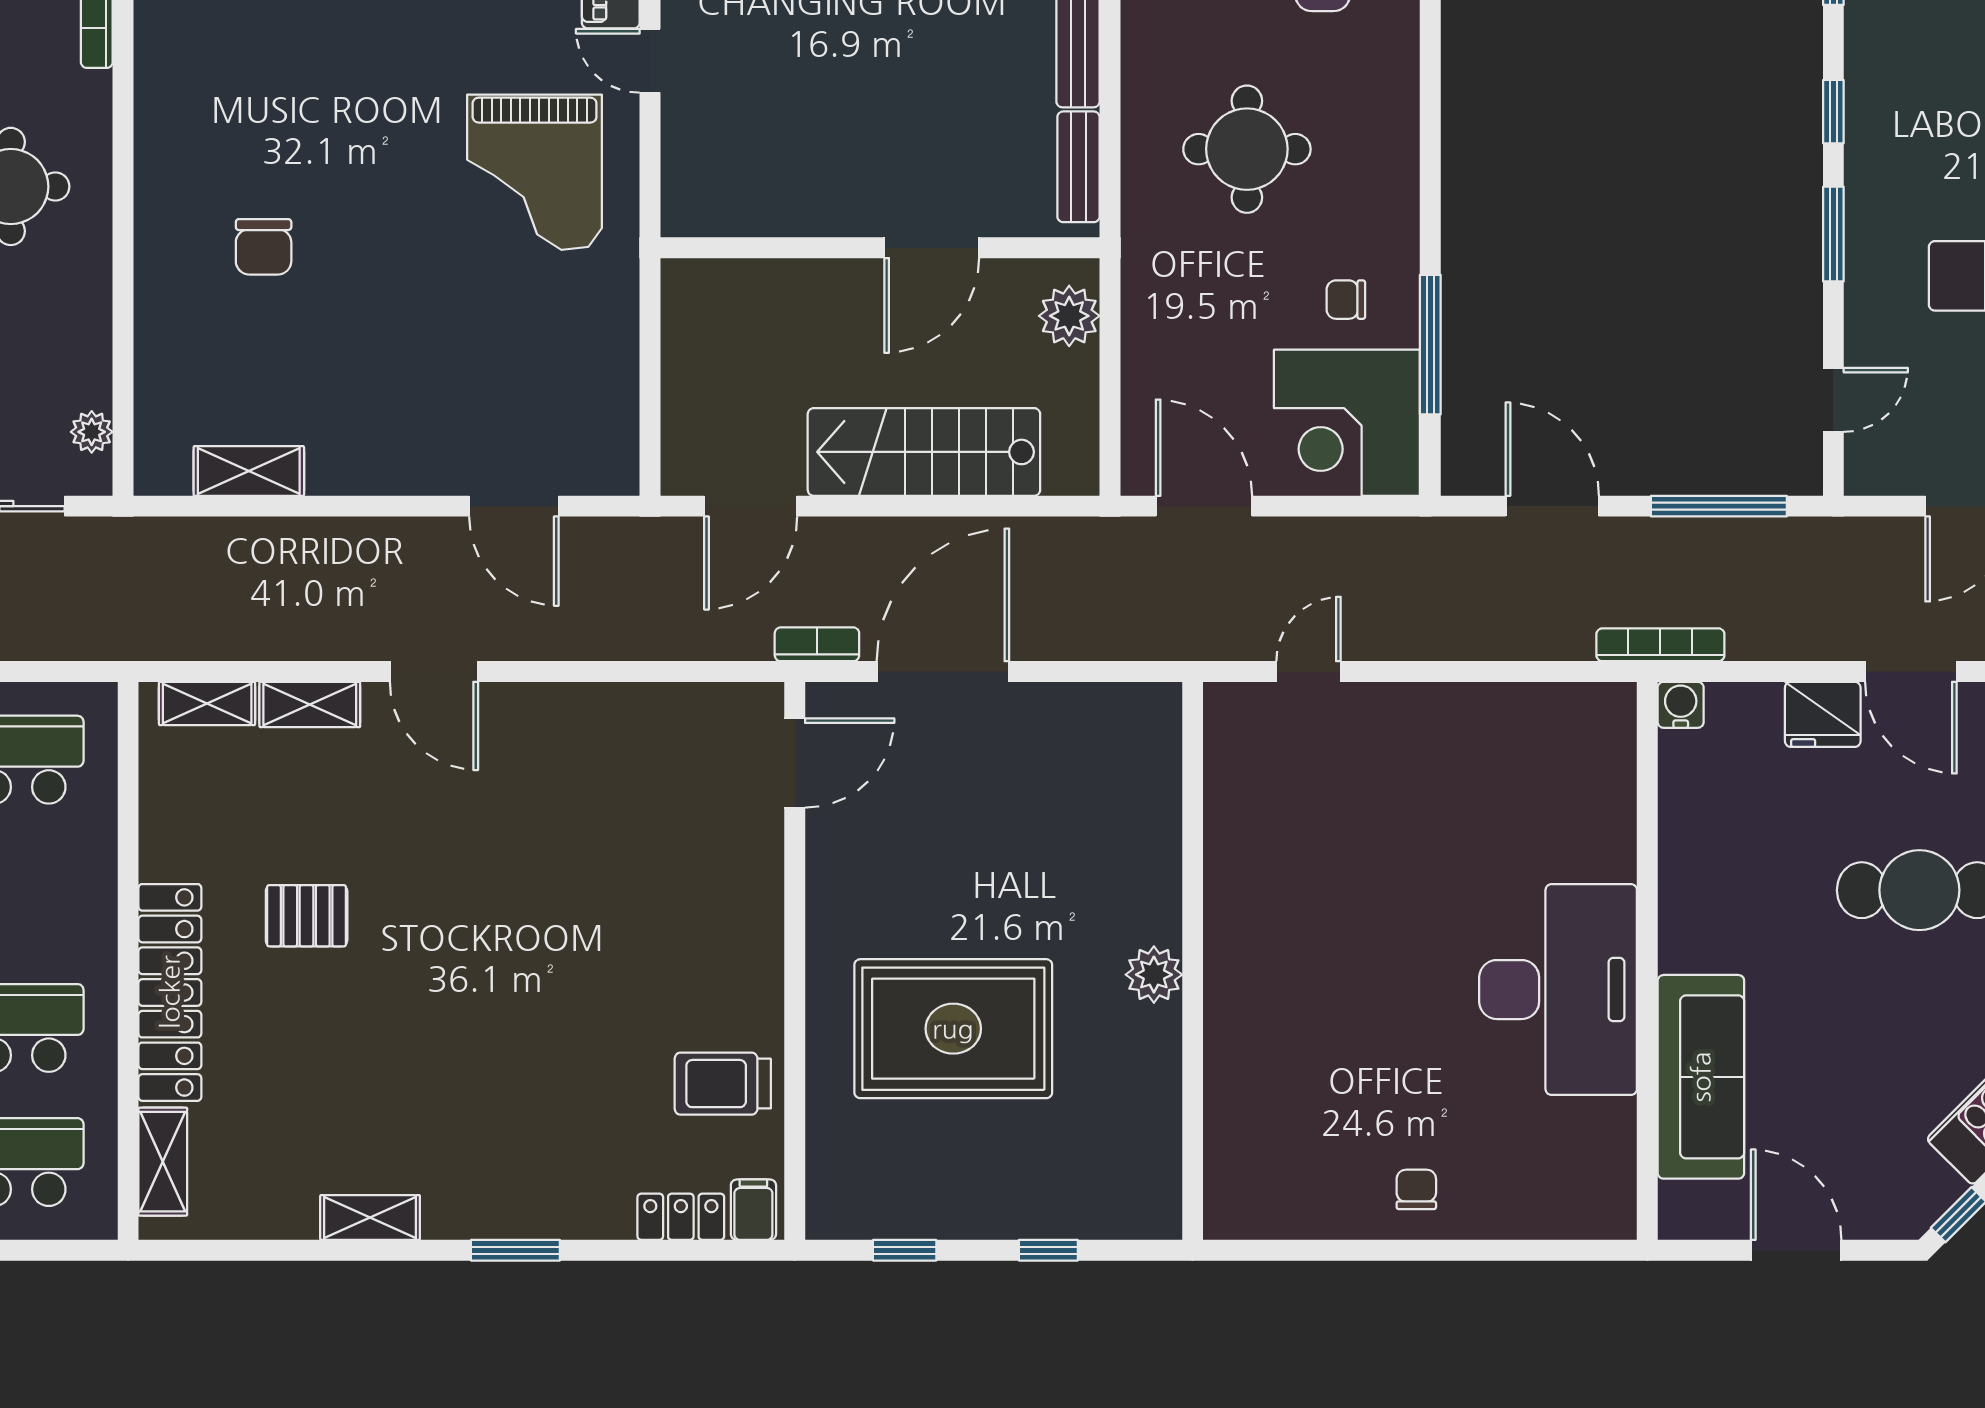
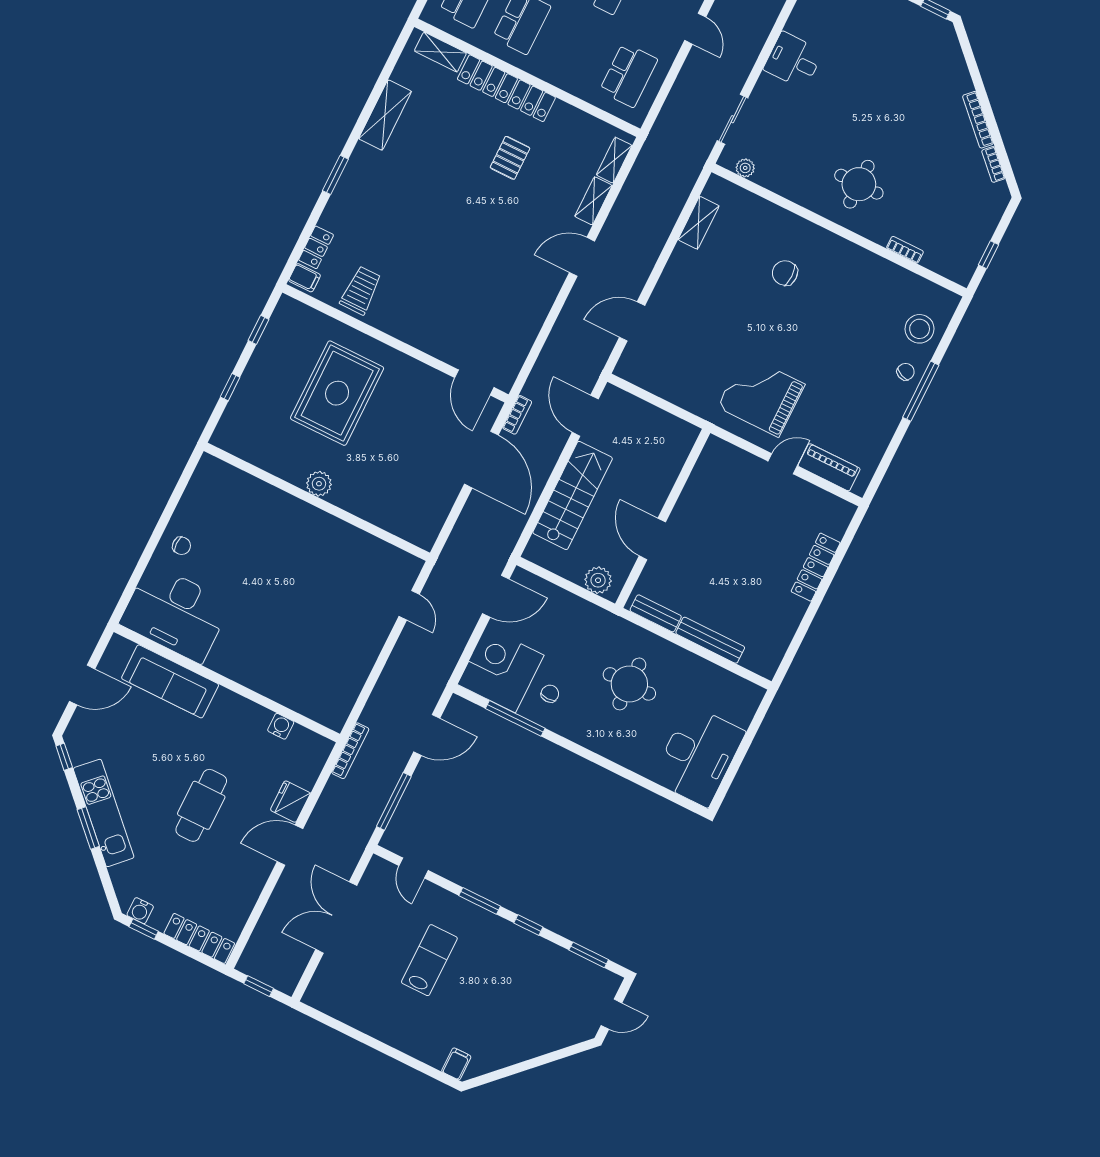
water cooler: (1681, 705) -> (281, 726), moved, turned -90
desk: (1558, 990) -> (175, 613), moved
shelving: (370, 1217) -> (385, 115), width x1.50, depth x1.33

